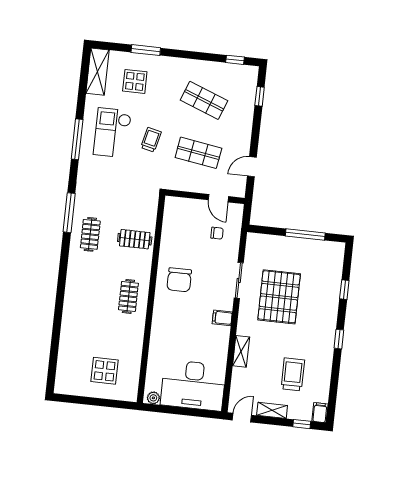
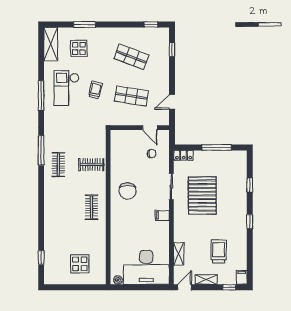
locker: (260, 240) -> (184, 155), added
shelving: (241, 351) -> (179, 254), moved
window: (54, 357) -> (41, 257), added

